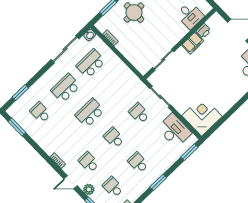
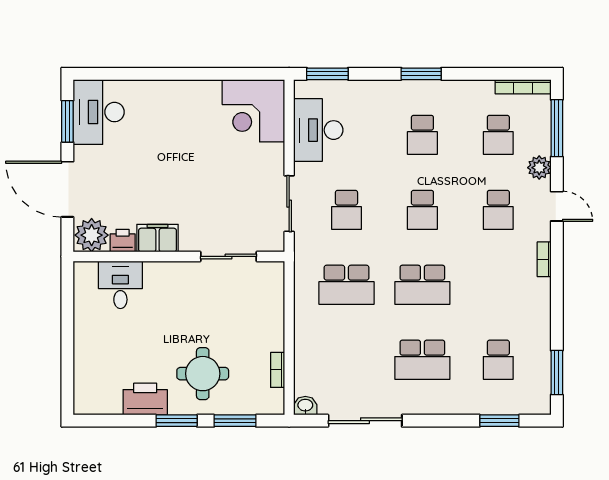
plant: (216, 23) -> (92, 235), added
school desk: (91, 63) -> (346, 285), moved

